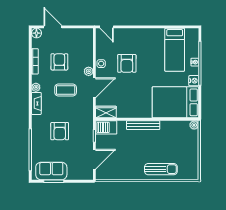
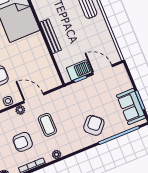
fireplace: (36, 103) -> (72, 148), removed
wardrobe: (106, 112) -> (53, 77), removed
barbecue: (106, 127) -> (79, 70), moved, turned -90
armchair: (60, 131) -> (94, 125), moved, turned -48

